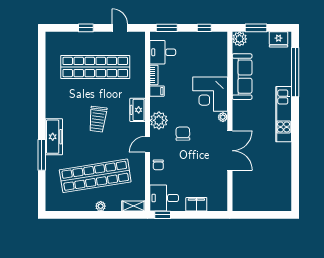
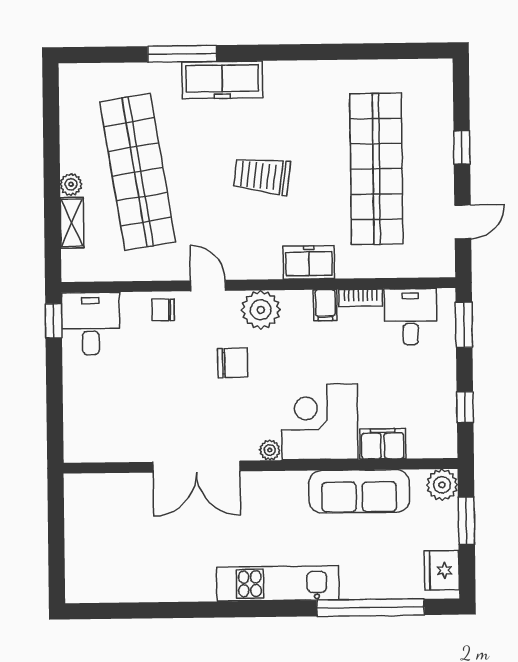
freezer: (137, 110) -> (309, 262), moved
filing cabinet: (196, 204) -> (383, 444), moved, turned -90
shelving: (133, 206) -> (72, 223), moved

